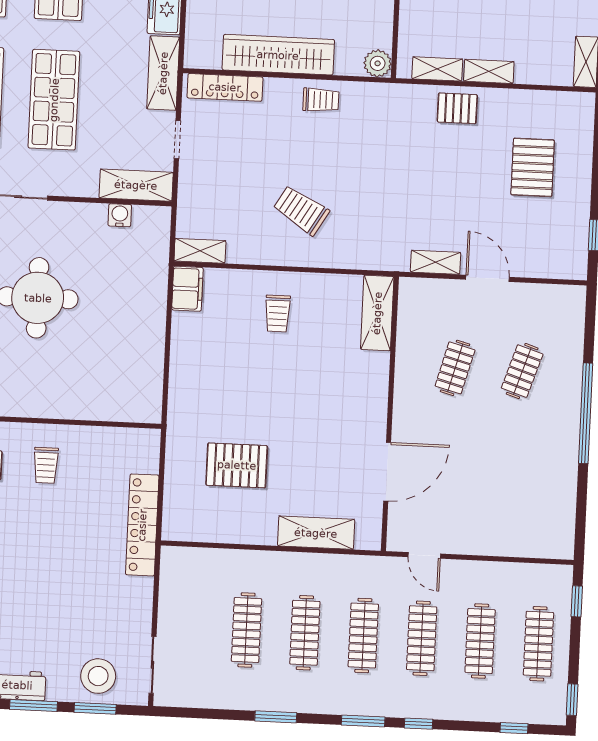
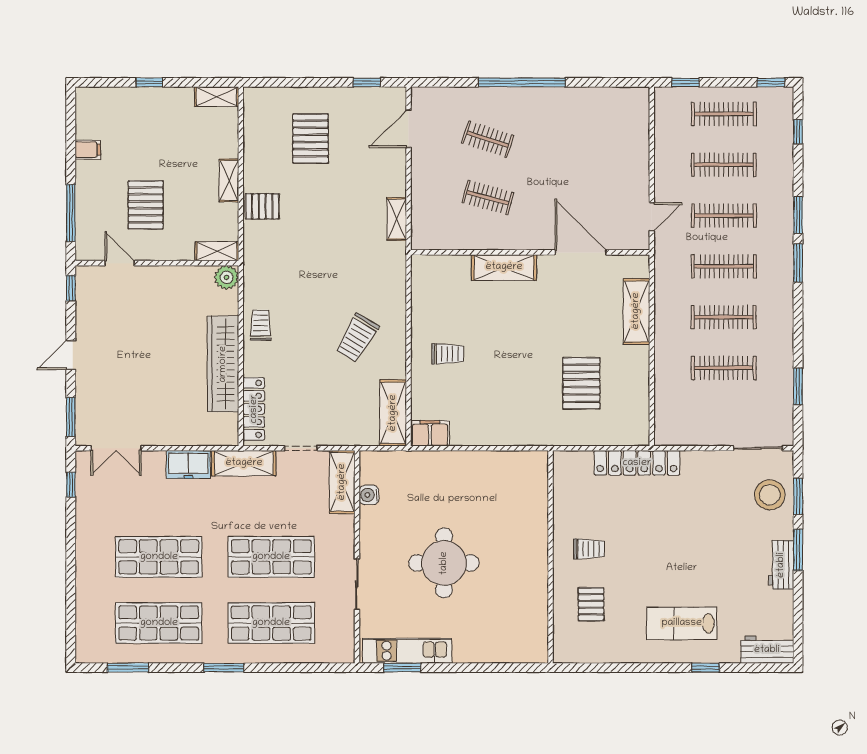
shelving: (437, 69) -> (217, 251), moved, turned 90
pallet: (457, 108) -> (262, 206), turned 90
pallet: (533, 167) -> (310, 139), turned 90
shelving: (200, 251) -> (393, 413), width x1.50, depth x1.33
door: (488, 278) -> (409, 129), moved
shelving: (377, 313) -> (504, 267), moved
window: (276, 717) -> (798, 386), moved
window: (418, 724) -> (798, 215), width x1.50

